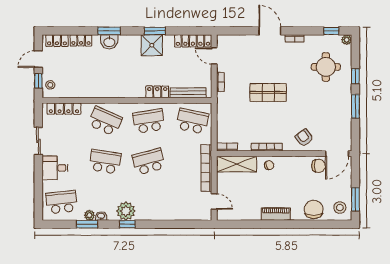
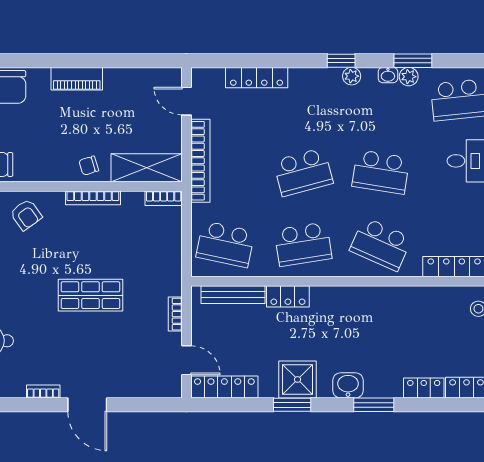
washbasin: (109, 42) -> (348, 385), moved
plant: (126, 211) -> (352, 76), width x0.53, depth x0.53
locker: (175, 215) -> (257, 78), added

